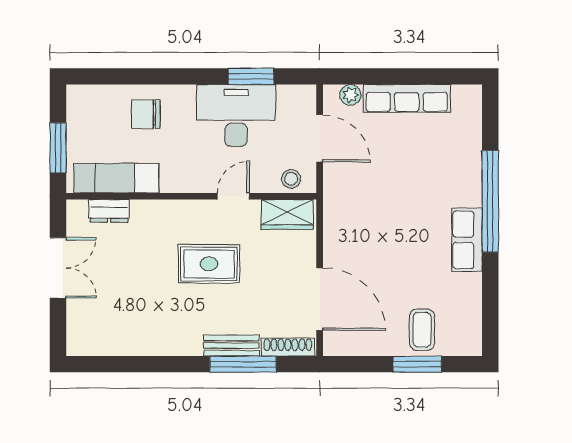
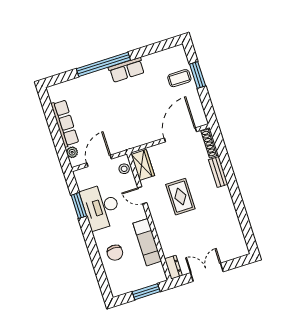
exam couch: (116, 178) -> (147, 242), moved
dresser: (109, 211) -> (173, 267), moved
window: (243, 364) -> (226, 163), removed

